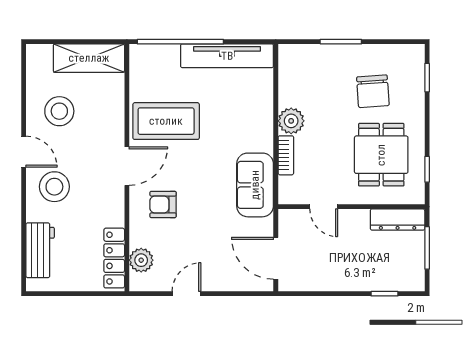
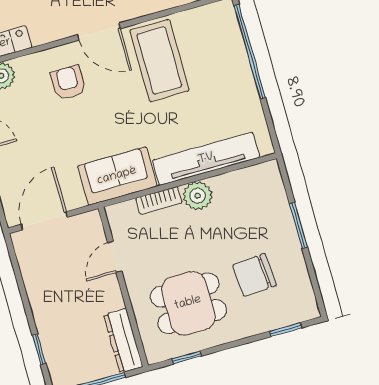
tv unit: (227, 56) -> (206, 159), moved, turned 90

